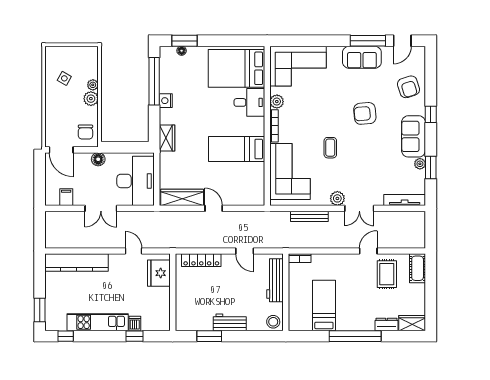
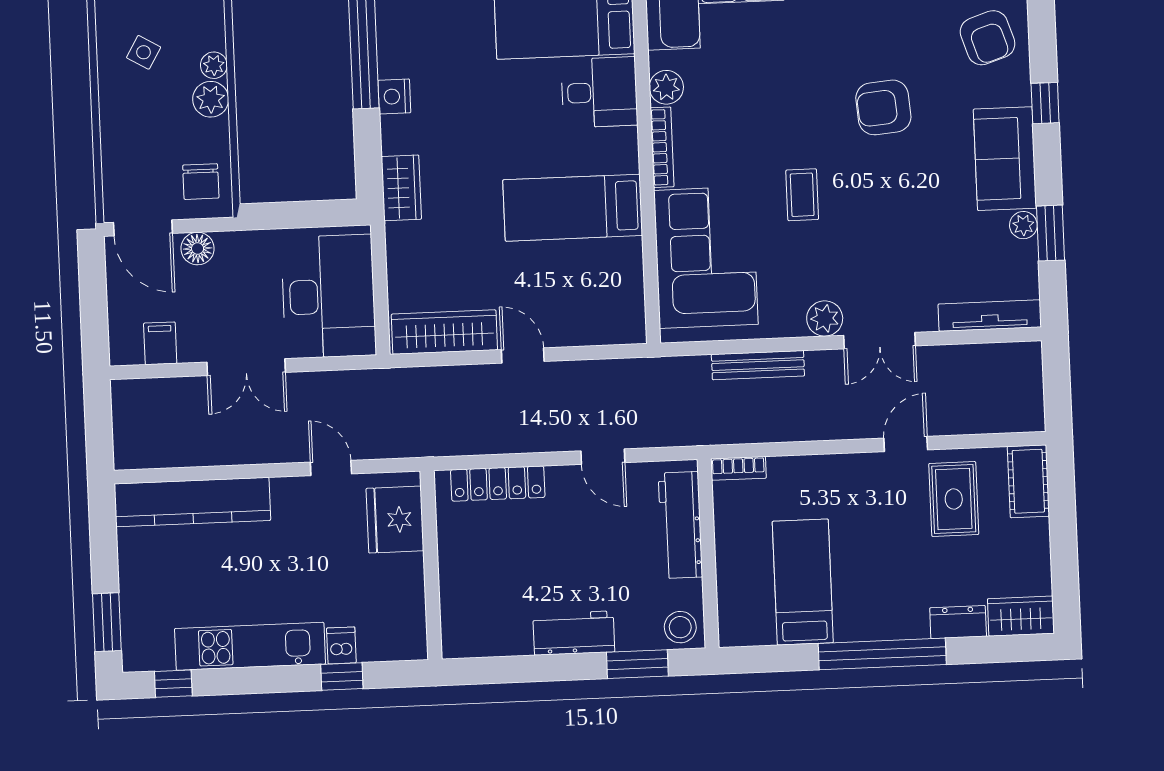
floor lamp: (98, 159) -> (198, 248), moved
window: (209, 336) -> (637, 664), moved

